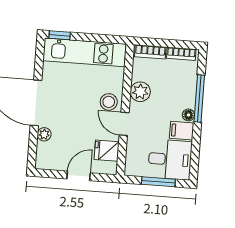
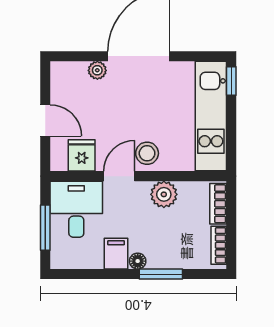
window: (199, 98) -> (161, 274), width x0.69
desk: (170, 159) -> (76, 209), moved, turned 180

